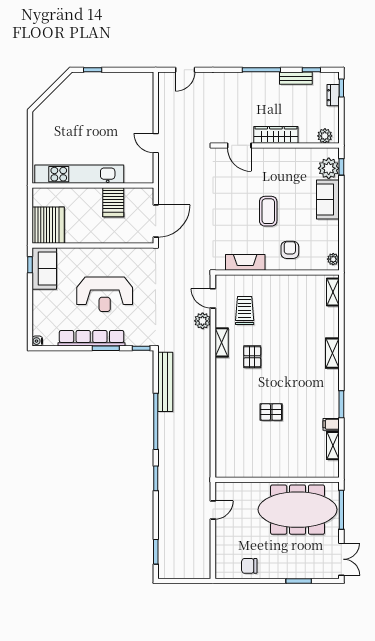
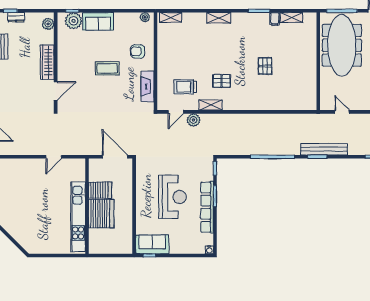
server rack: (48, 225) -> (101, 214), moved, turned 90
bench: (165, 382) -> (324, 149), moved

